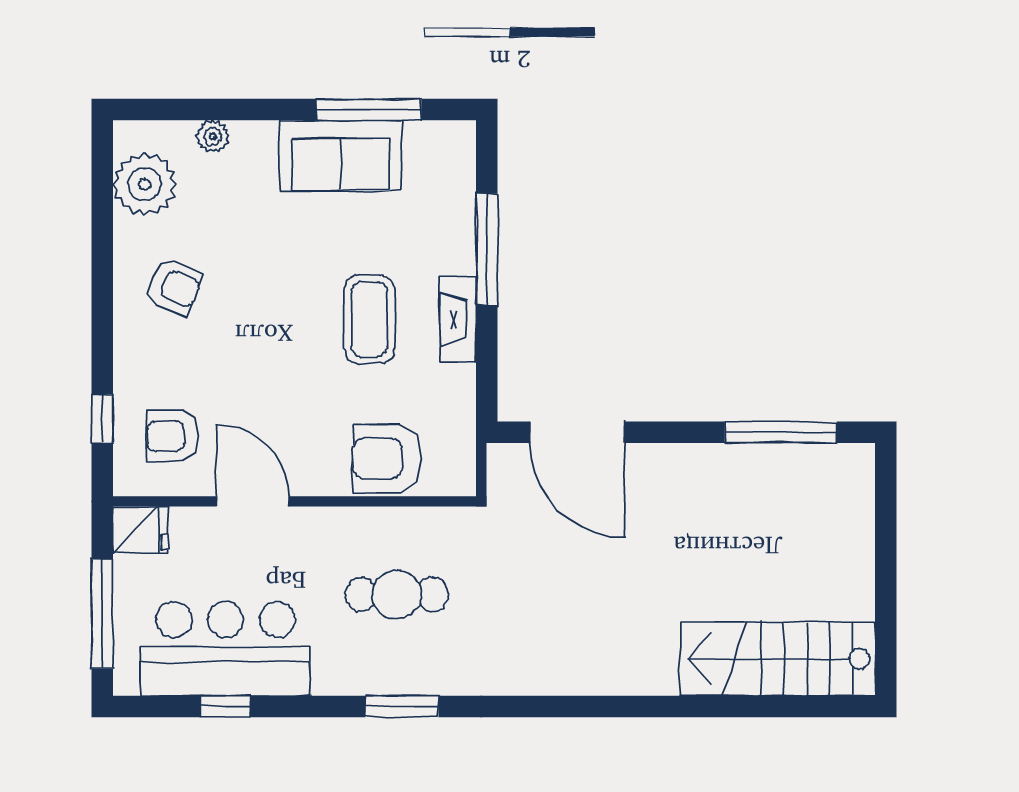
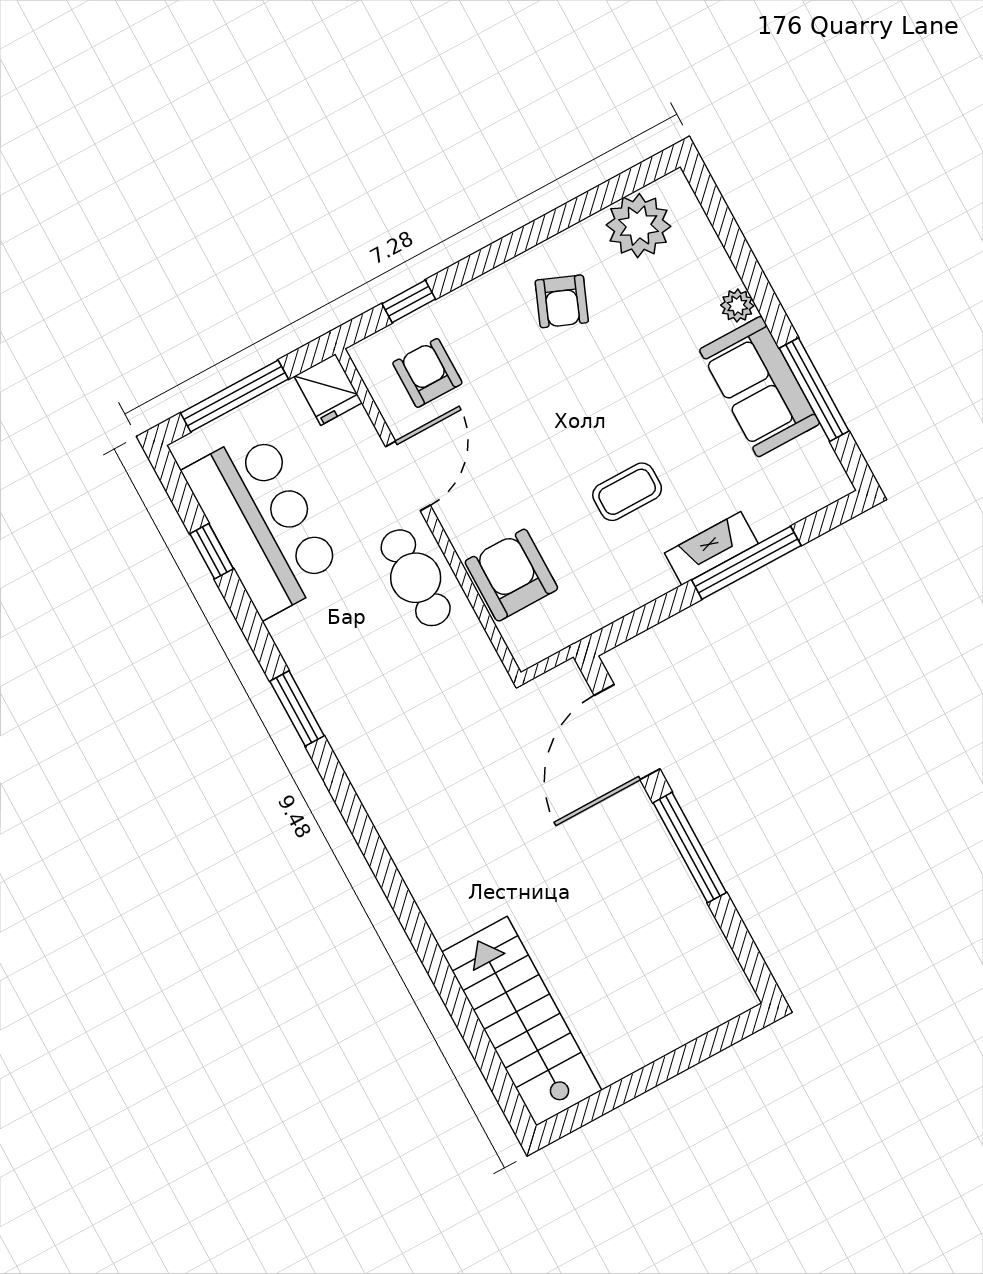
plant: (213, 136) -> (737, 306), moved
coffee table: (369, 319) -> (627, 492), width x0.73, depth x0.77
fireplace: (458, 320) -> (711, 548), moved
window: (781, 432) -> (690, 848), moved
cafe table: (397, 594) -> (416, 578), moved

